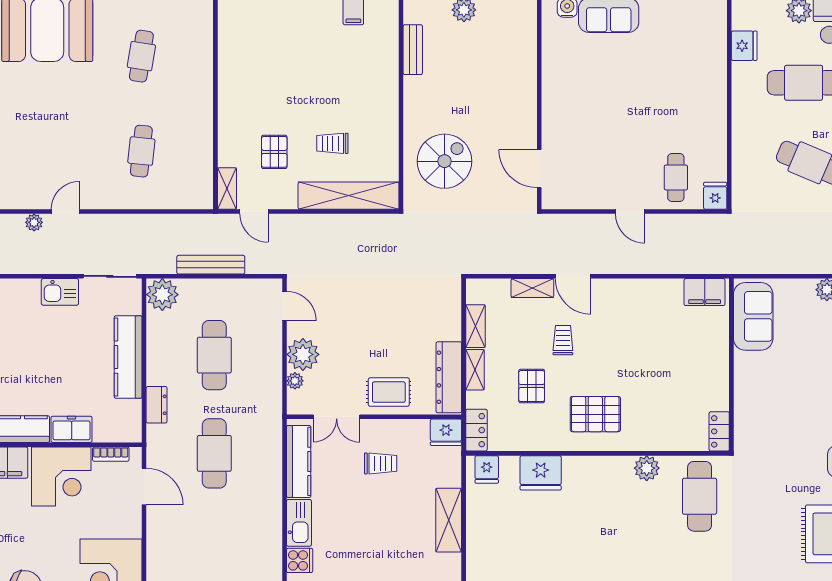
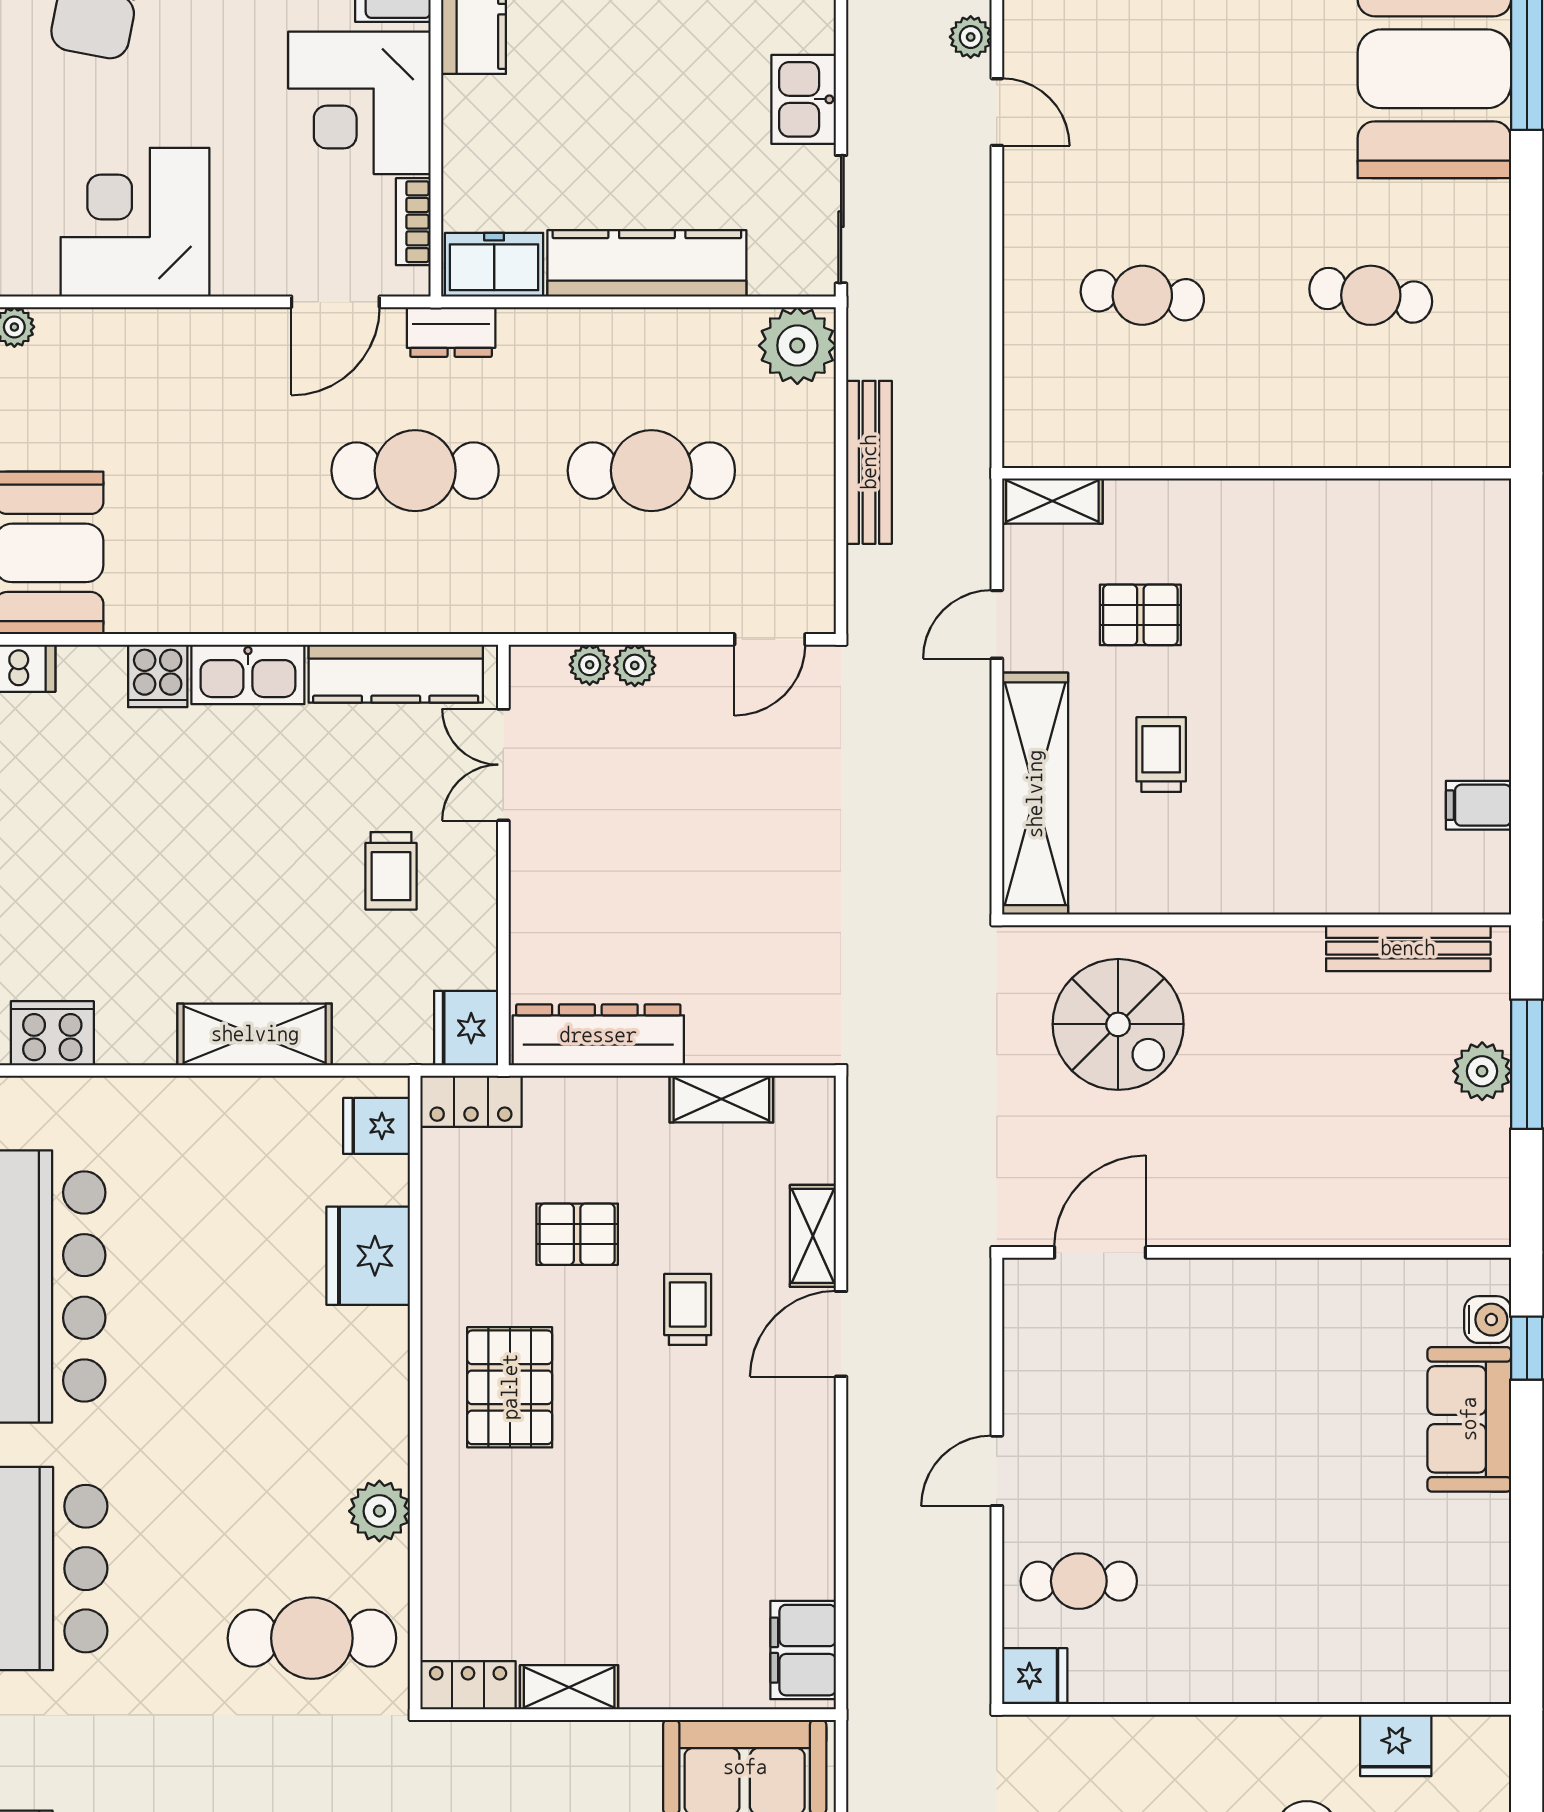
bench: (413, 50) -> (1408, 948), width x1.36
door: (254, 212) -> (997, 624), moved
trolley: (563, 340) -> (688, 1309), turned -90
plant: (303, 354) -> (635, 665), width x0.53, depth x0.53
shelving: (475, 370) -> (569, 1687), moved
rug: (389, 392) -> (563, 891), removed
dresser: (157, 405) -> (451, 332), moved
freezer: (72, 429) -> (494, 265), moved, turned -90

